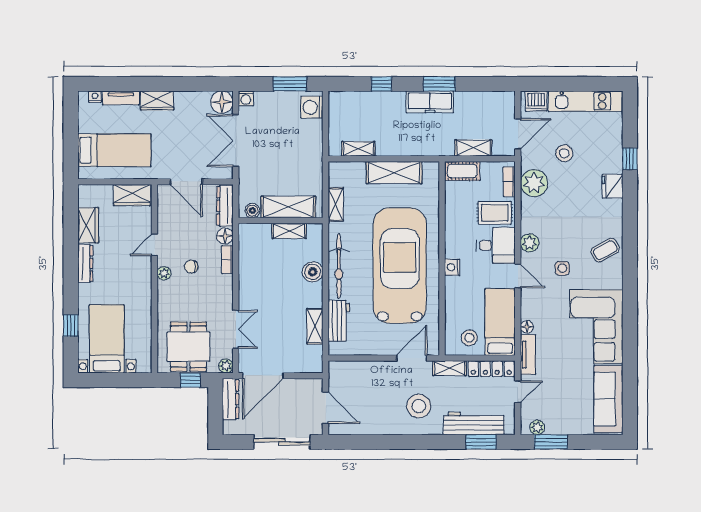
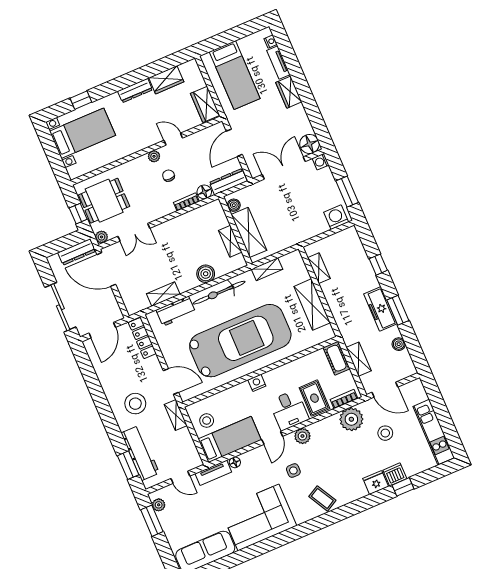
boiler: (476, 98) -> (399, 344), added
dishwasher: (536, 101) -> (395, 474), moved, turned 90
locker: (491, 369) -> (142, 338), moved

